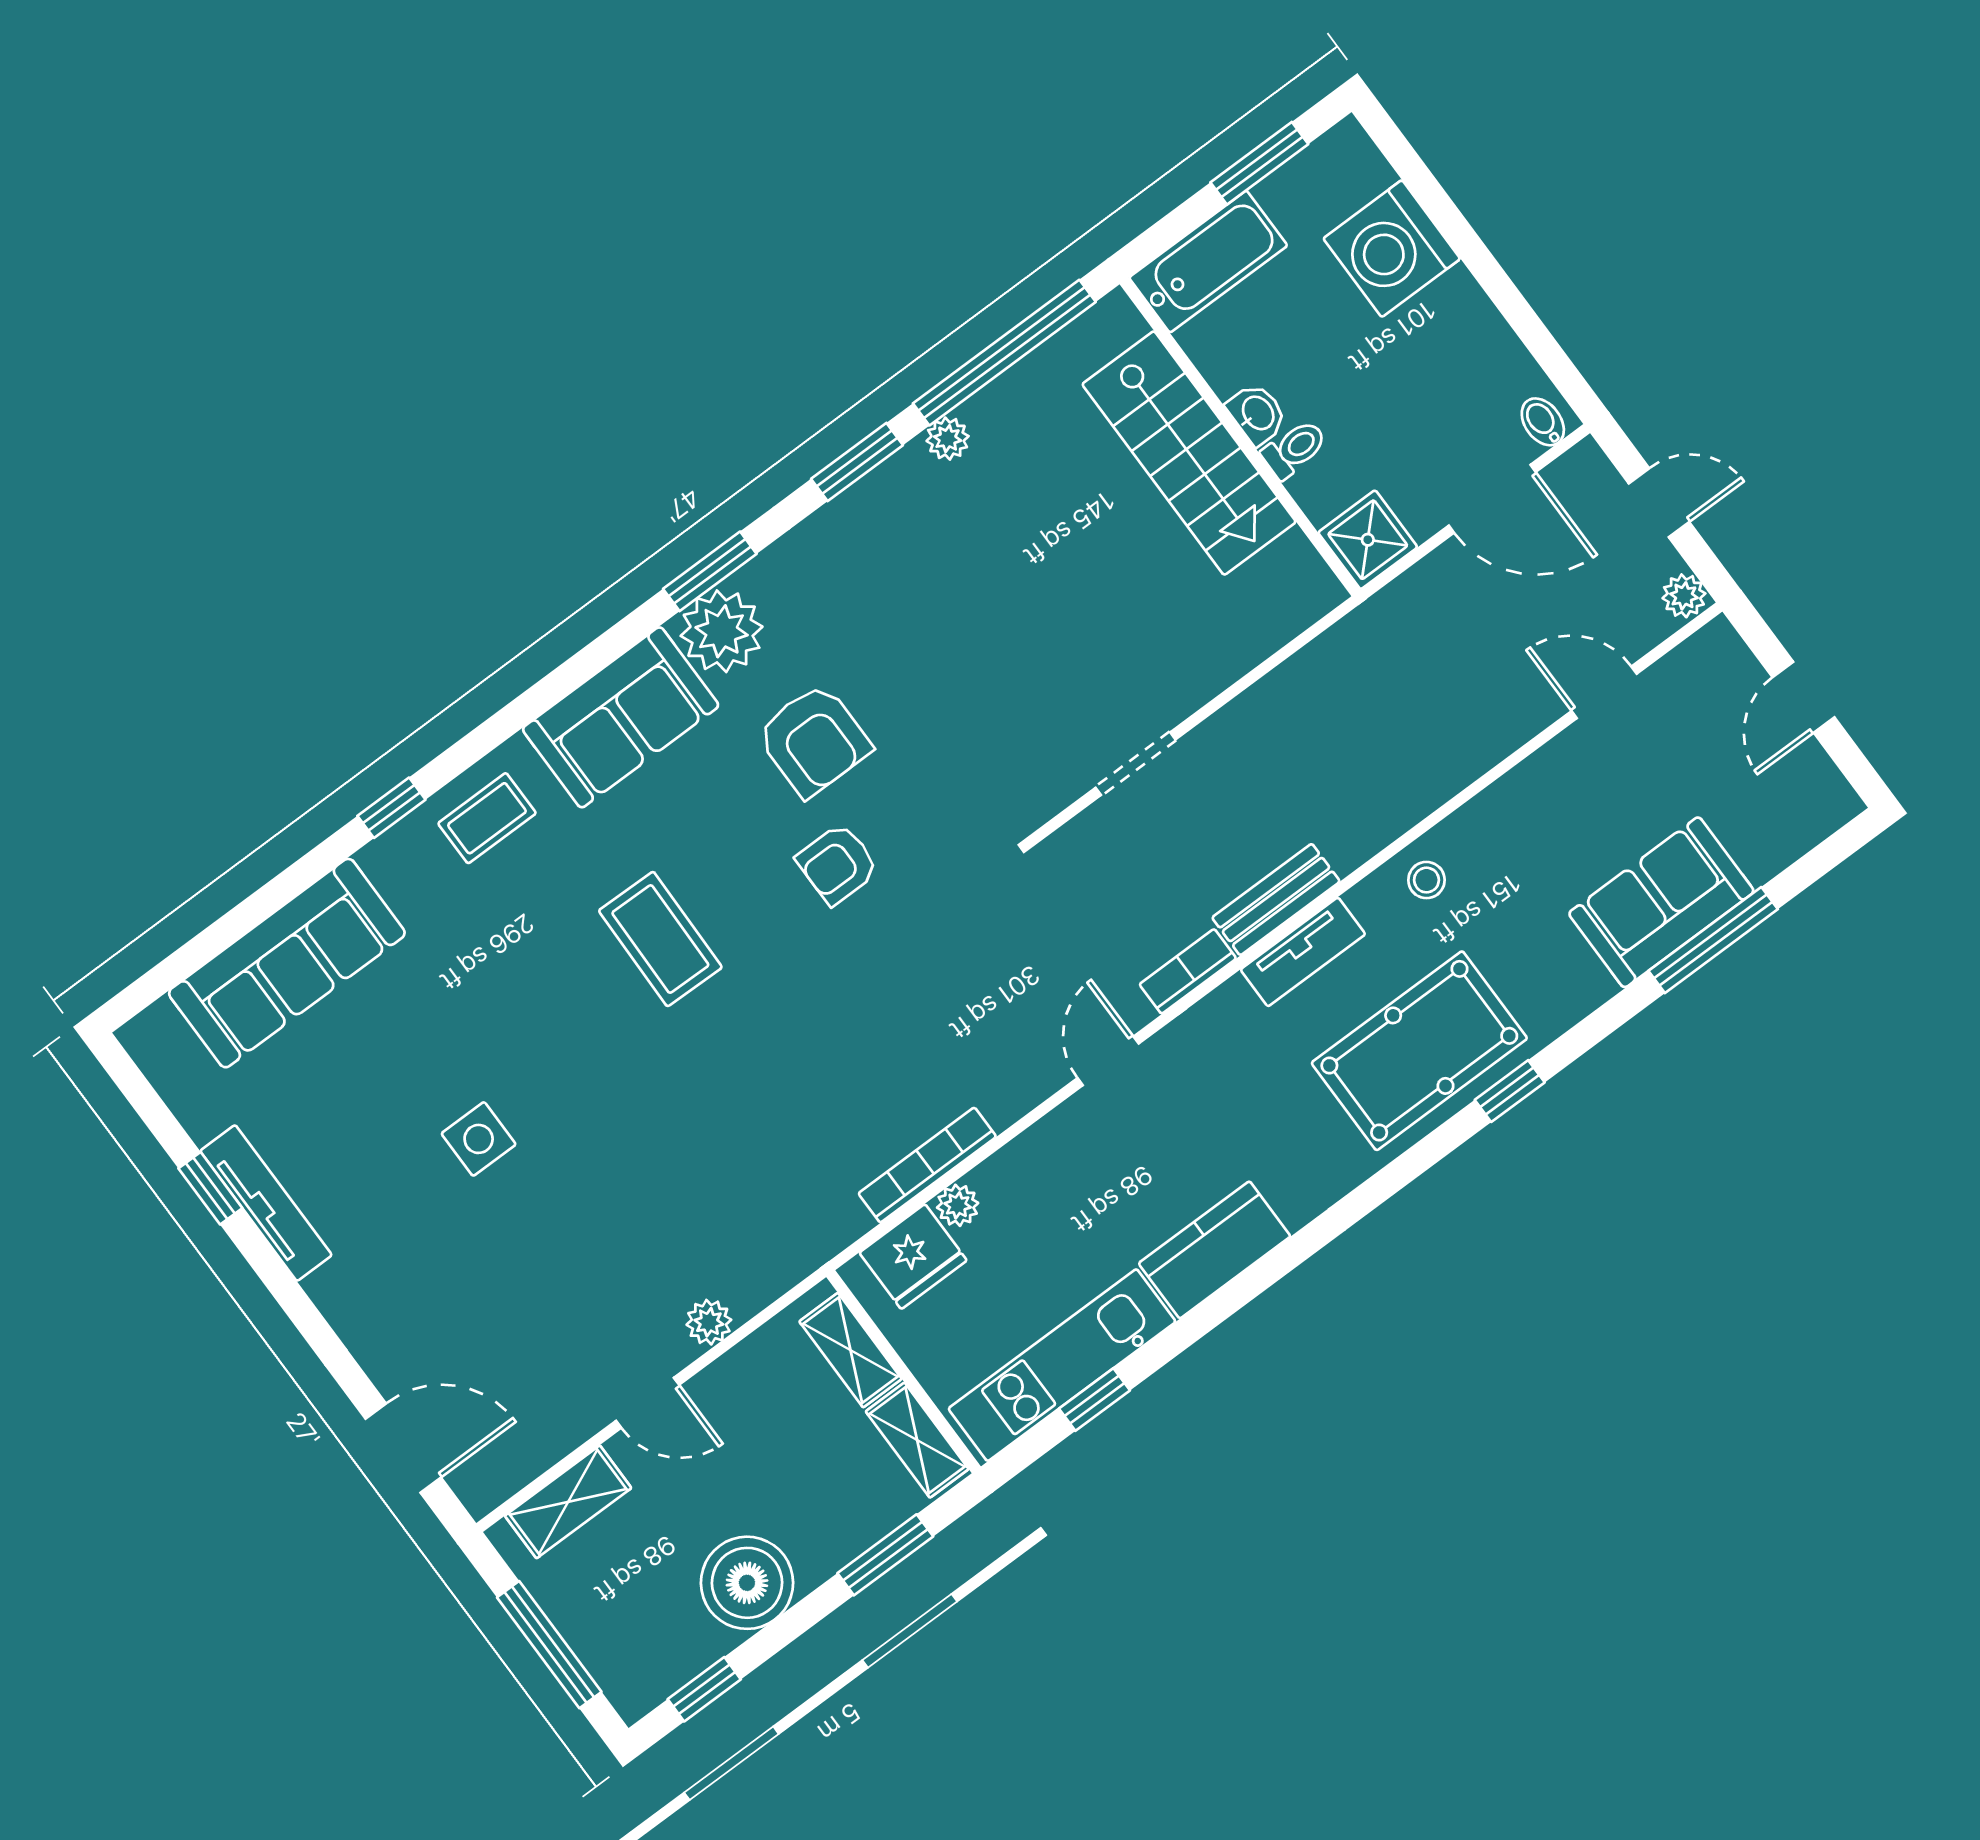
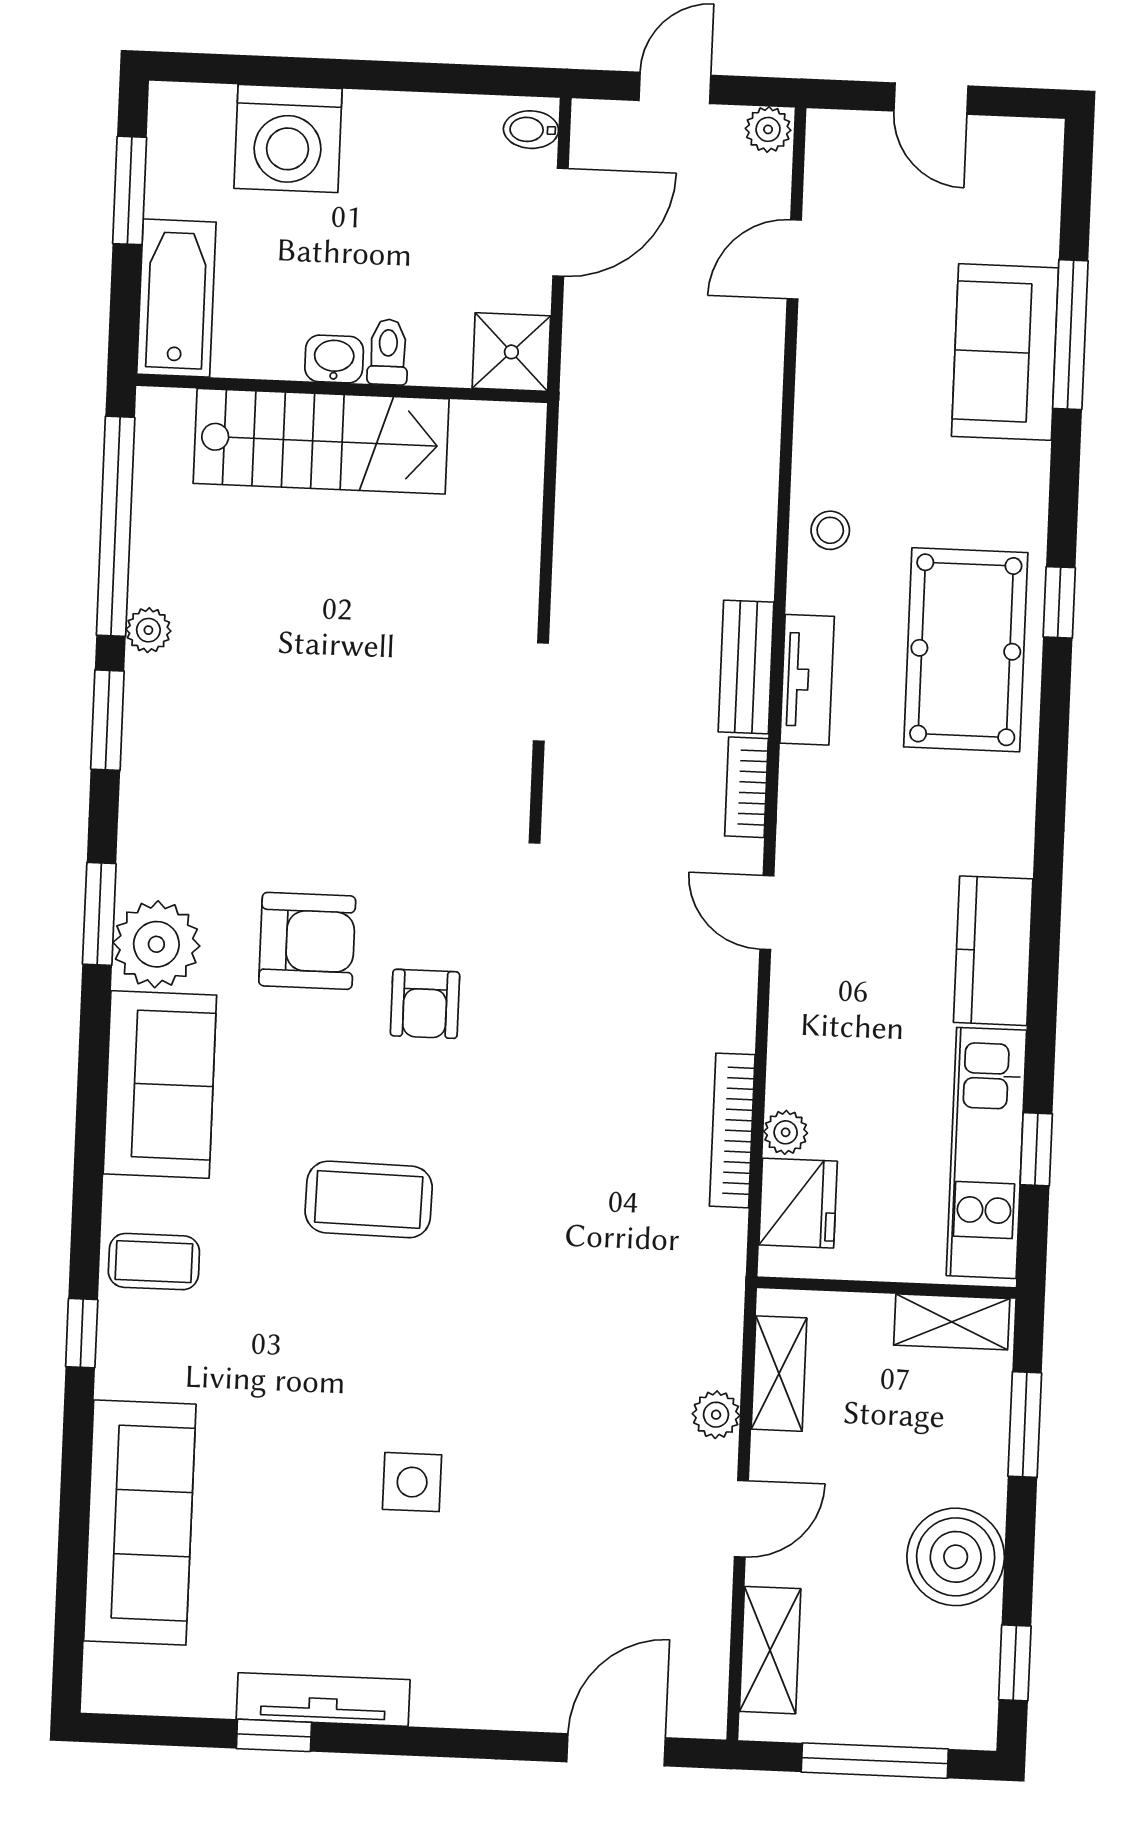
coffee table: (487, 818) -> (154, 1262), turned 90
shelving: (850, 1350) -> (779, 1374), moved, turned 90

